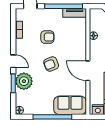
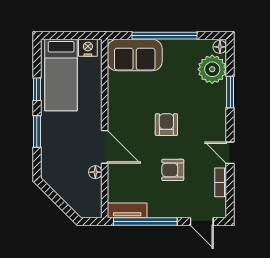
door: (13, 61) -> (230, 153), moved
armchair: (51, 64) -> (166, 125), turned -69
door: (88, 71) -> (105, 147), moved
plant: (24, 81) -> (212, 69), moved

